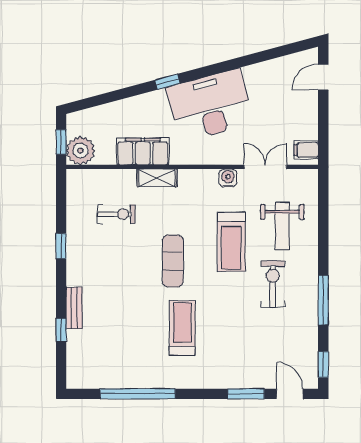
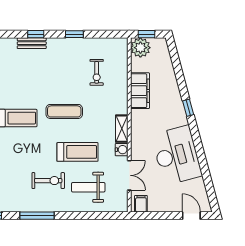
desk: (210, 105) -> (177, 155), moved
shelving: (157, 178) -> (122, 129), moved
treadmill: (231, 242) -> (77, 152), turned 180
window: (61, 330) -> (36, 34), moved

